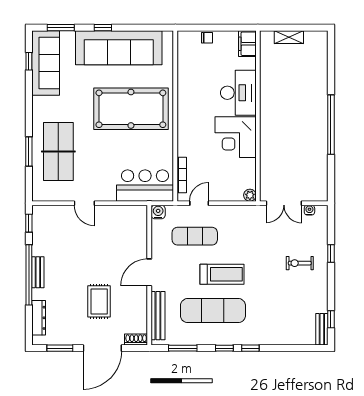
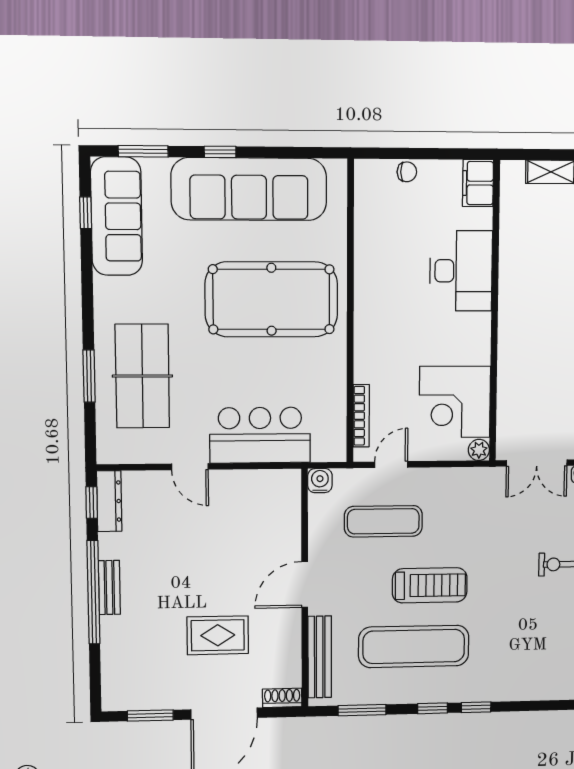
corner desk: (236, 137) -> (455, 402), moved
bar counter: (145, 186) -> (260, 435), moved
rug: (99, 301) -> (218, 635), turned 90
dresser: (39, 318) -> (109, 501), moved

